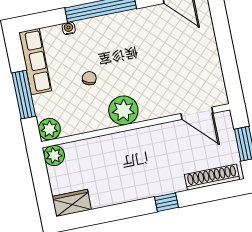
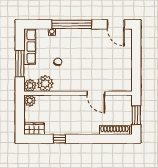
plant: (123, 110) -> (45, 83), moved
door: (197, 113) -> (96, 93), moved
window: (167, 202) -> (59, 139), moved

